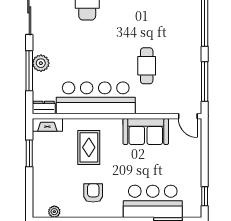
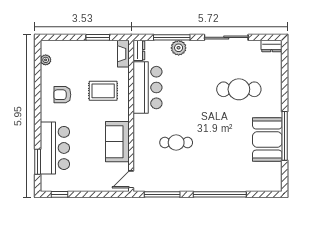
bar counter: (96, 98) -> (147, 88), width x0.73
armchair: (93, 193) -> (62, 95), turned 180

